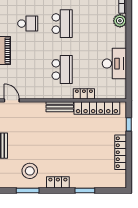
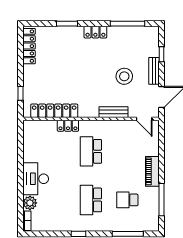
desk: (114, 64) -> (36, 179), moved
bench: (60, 107) -> (114, 112), moved
locker: (121, 152) -> (29, 46), moved
stool: (30, 171) -> (124, 76), moved
window: (28, 190) -> (127, 24), width x1.44

